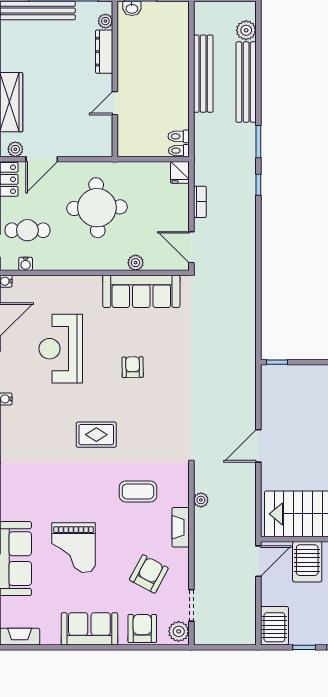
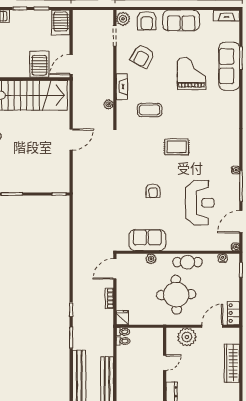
plant: (15, 149) -> (187, 337), moved, width x1.88, depth x1.88
cafe table: (27, 230) -> (188, 262), moved
door: (191, 247) -> (115, 269), swing flipped
sofa: (141, 291) -> (147, 240), width x0.73

